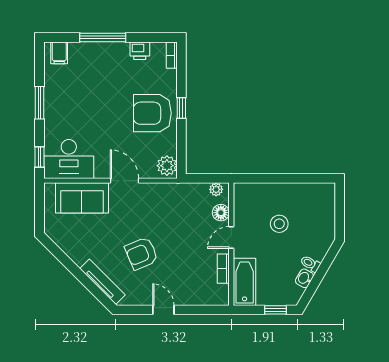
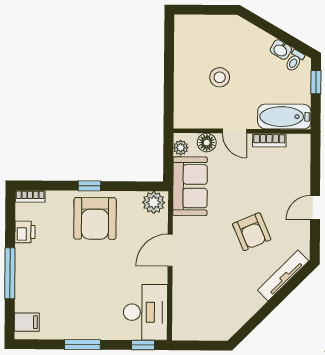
sofa: (82, 198) -> (190, 186), moved
toilet: (310, 264) -> (295, 61), moved

